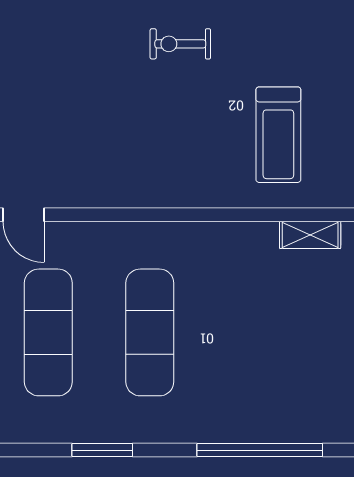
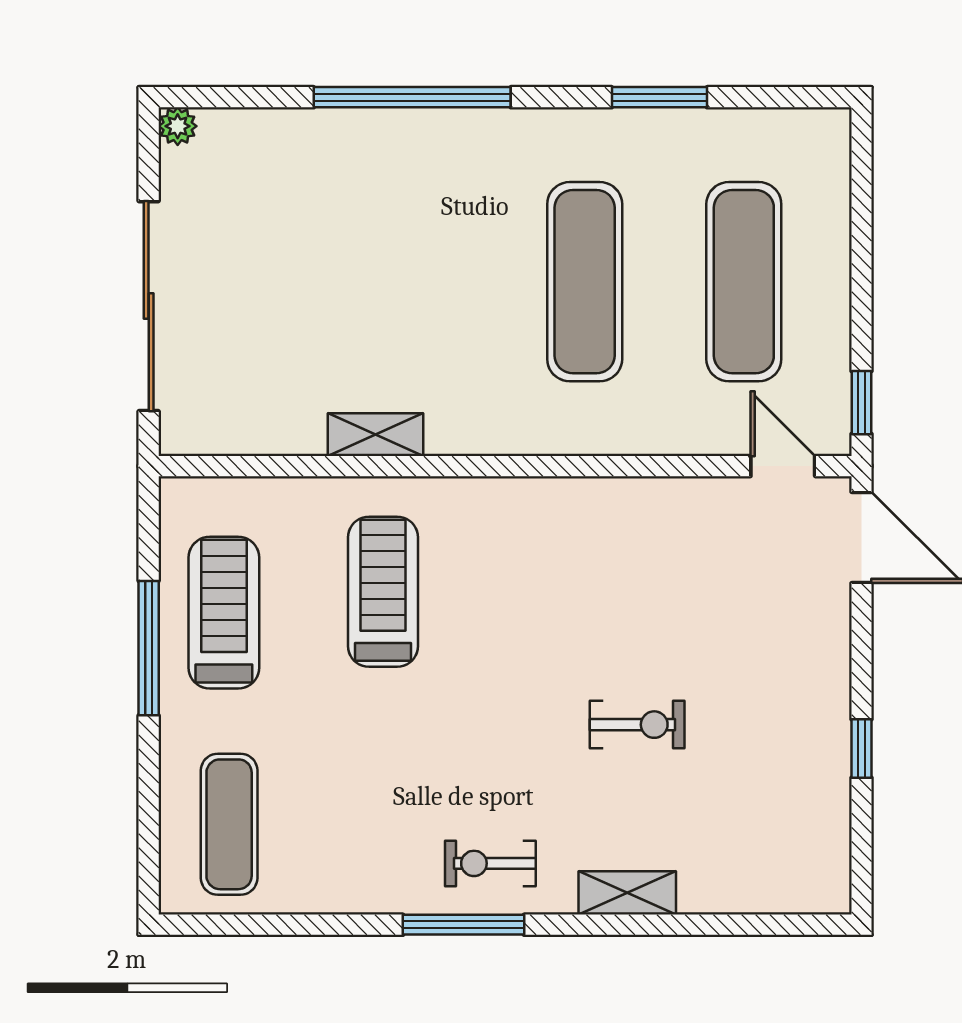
exercise bike: (180, 44) -> (637, 725), moved
shelving: (310, 235) -> (375, 435), moved

